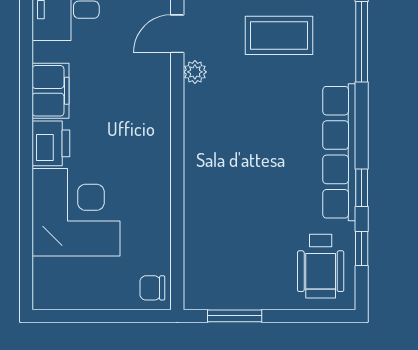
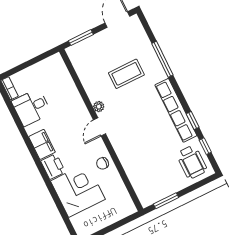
door: (177, 34) -> (100, 127), moved
chair: (152, 288) -> (103, 163), moved

